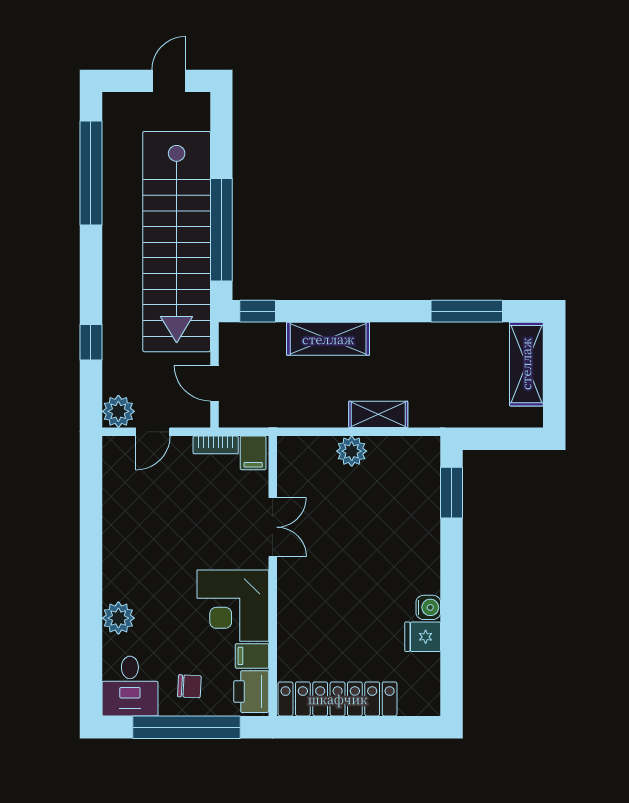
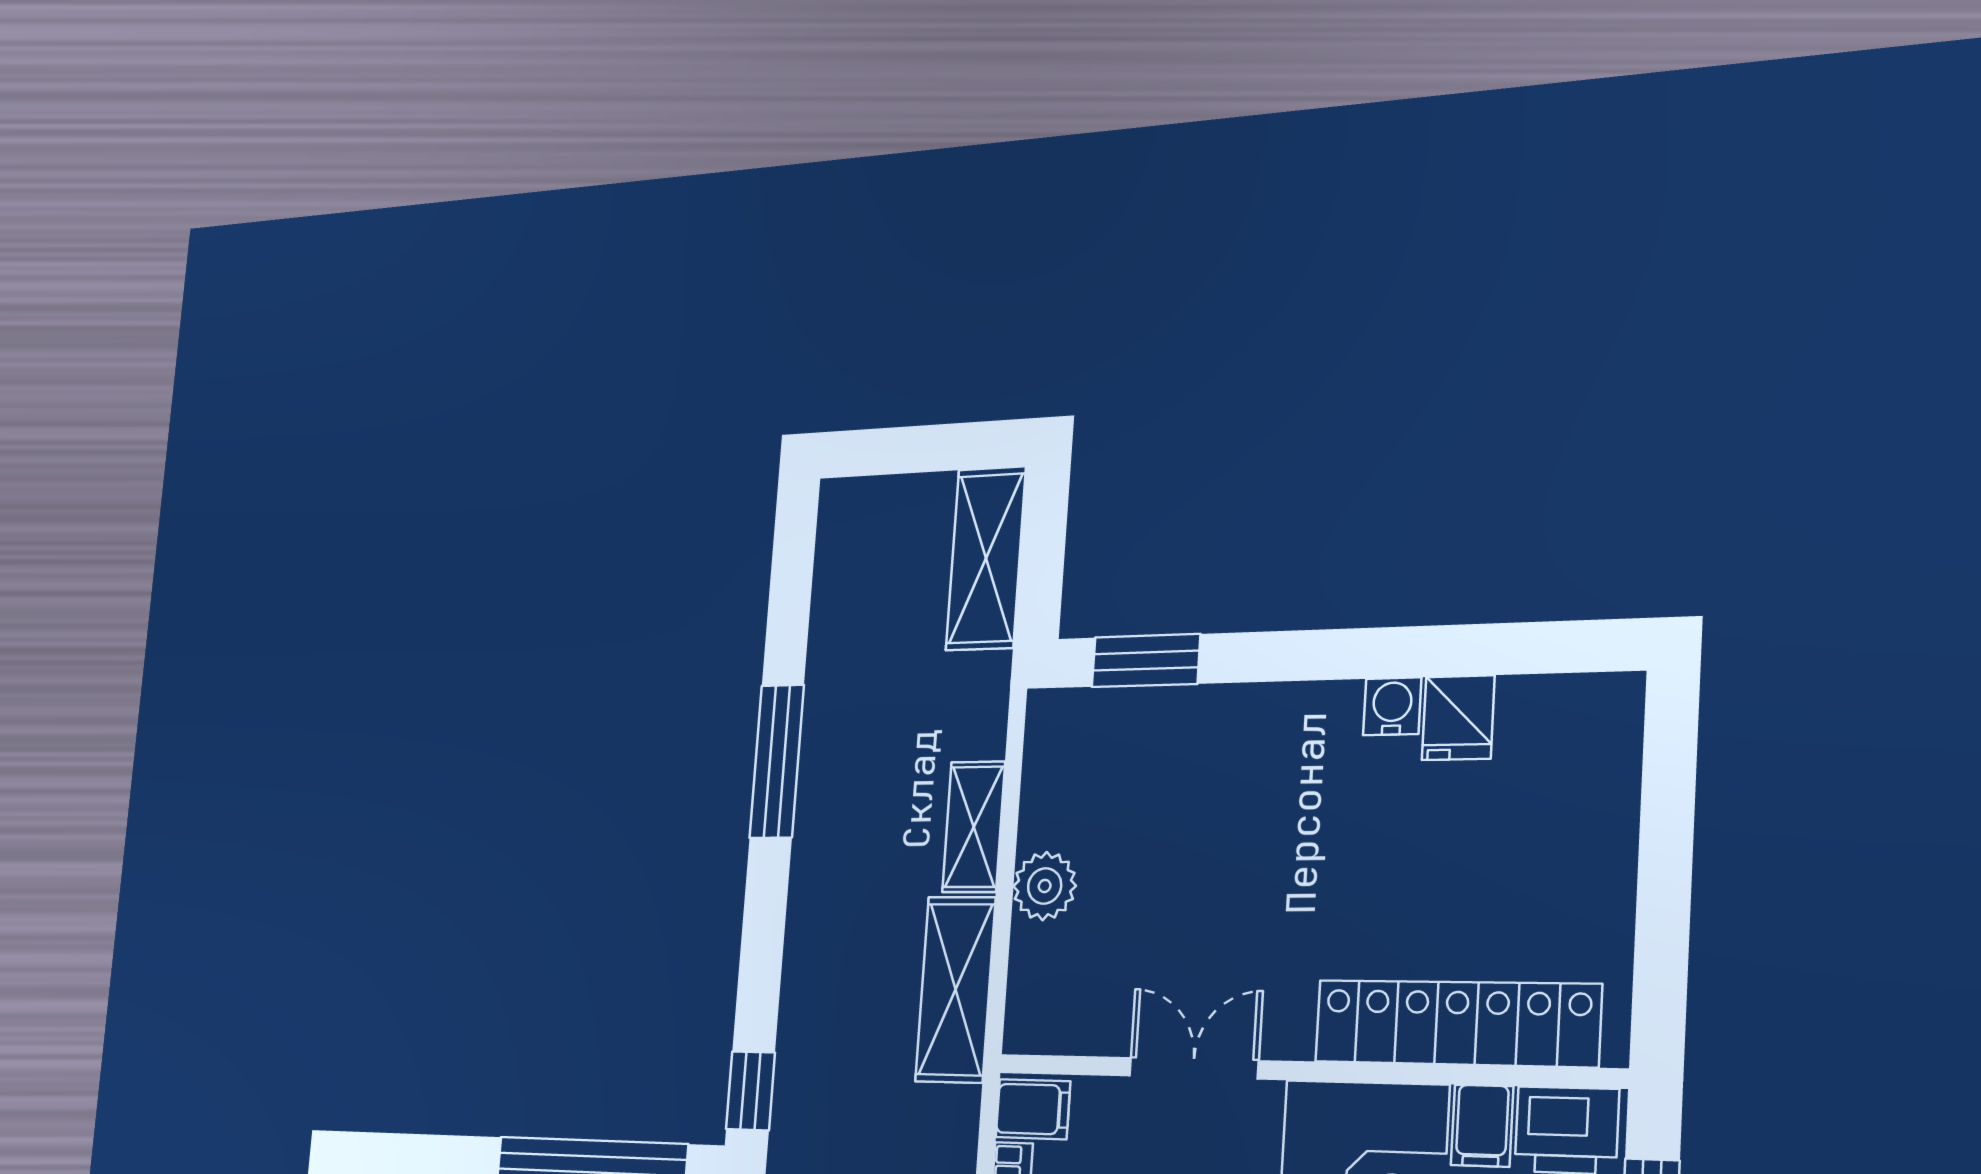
window: (467, 311) -> (777, 761), moved
shelving: (328, 339) -> (955, 989), moved
shelving: (526, 364) -> (986, 558), moved, turned 90
locker: (338, 699) -> (1457, 1023), moved, turned 90

